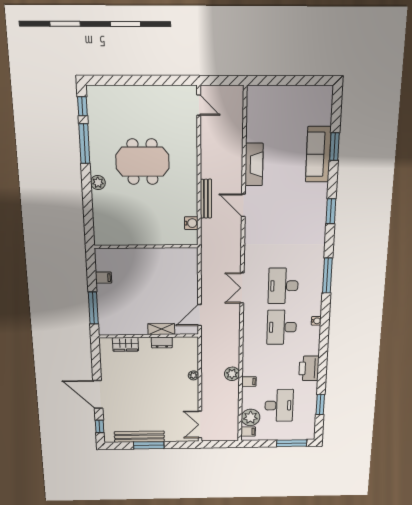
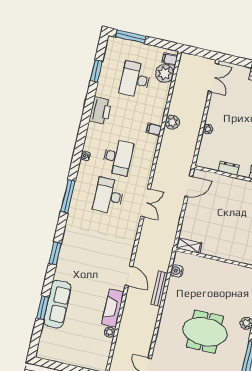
plant: (252, 136) -> (110, 332), added
desk: (283, 286) -> (109, 196), turned 180
shelving: (161, 329) -> (189, 246), moved
filing cabinet: (249, 382) -> (154, 129), moved

